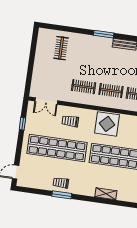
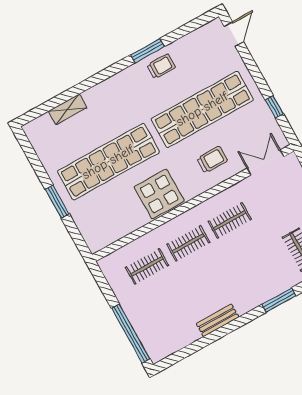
window: (104, 34) -> (279, 300), moved
shelving: (106, 194) -> (68, 109), moved

